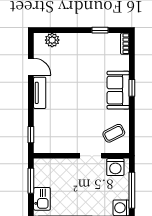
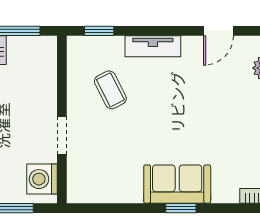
tv unit: (40, 93) -> (153, 46), moved
coffee table: (114, 133) -> (110, 90), moved

